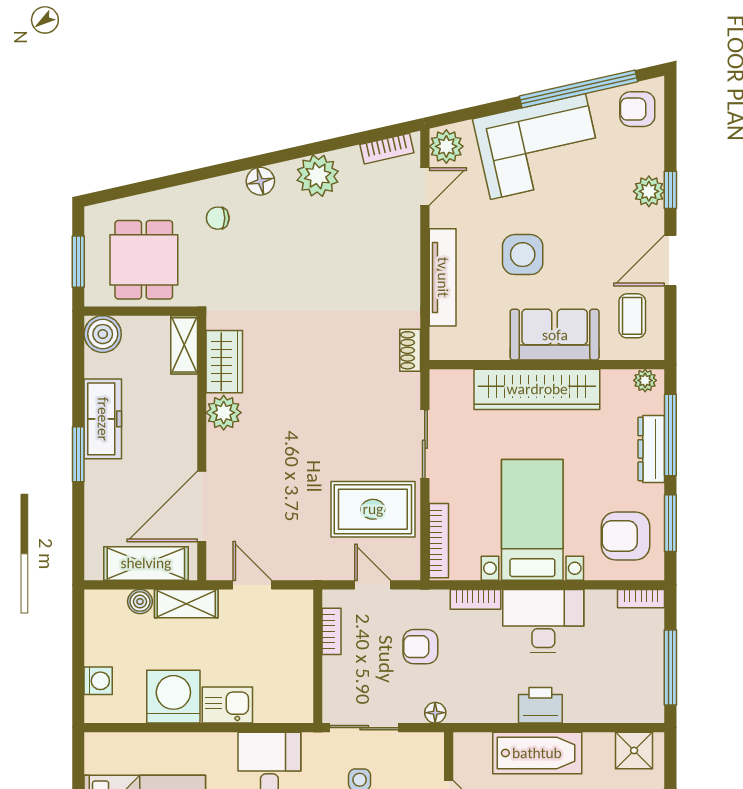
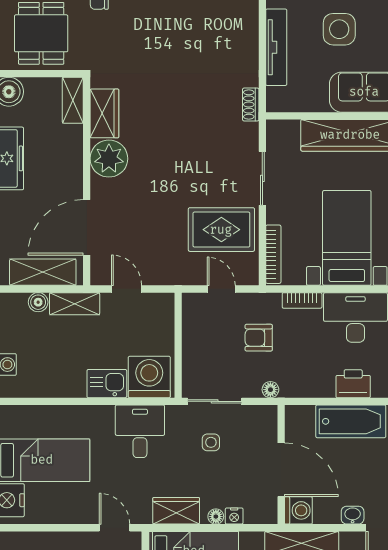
plant: (224, 413) -> (109, 159), width x1.36, depth x1.36
bookcase: (332, 631) -> (189, 326), removed
washing machine: (173, 697) -> (149, 377), moved

